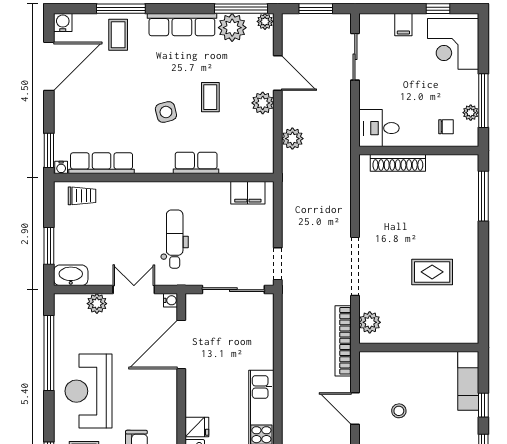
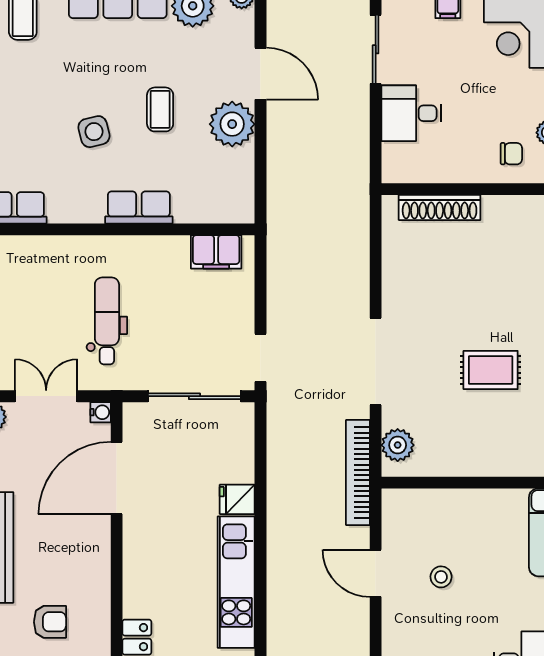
plant: (263, 103) -> (232, 124), width x1.36, depth x1.36
desk: (379, 128) -> (411, 113), moved
plant: (292, 139) -> (282, 171), removed
fridge: (197, 427) -> (237, 499), moved, turned 180

